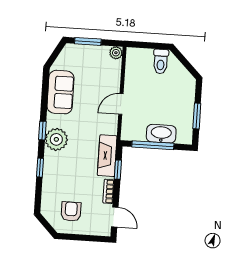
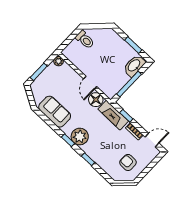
floor lamp: (108, 124) -> (96, 100), added
washbasin: (161, 134) -> (134, 66), moved

